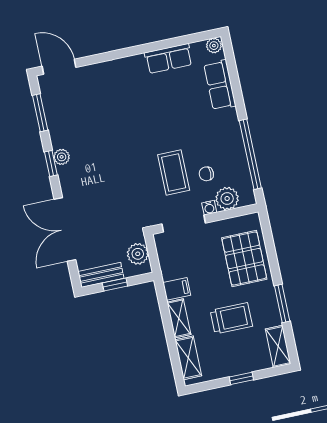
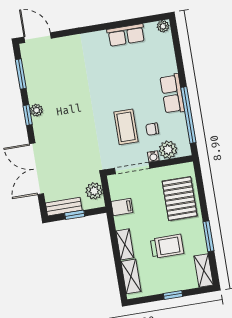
row of seats: (220, 85) -> (172, 94), moved
filing cabinet: (177, 289) -> (122, 207), moved

